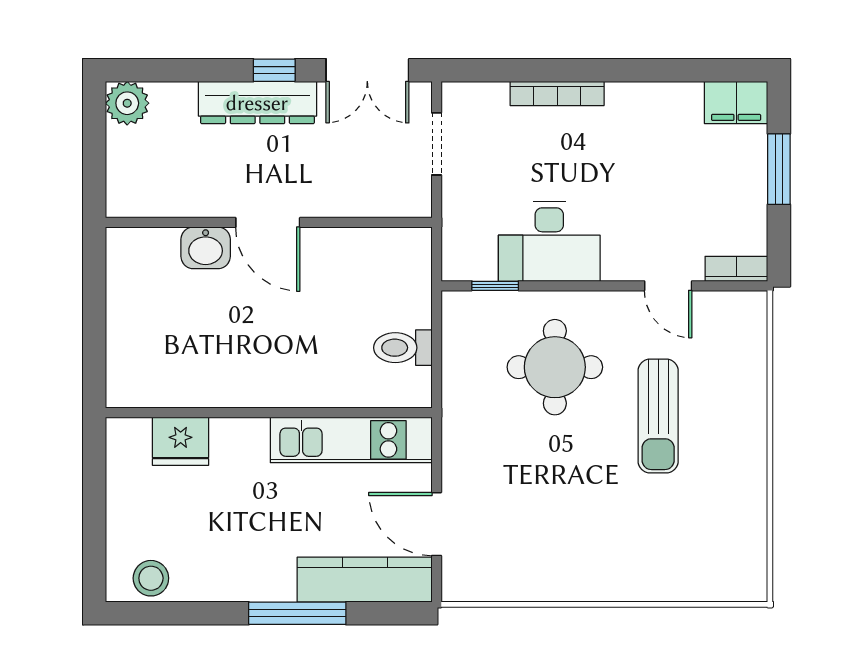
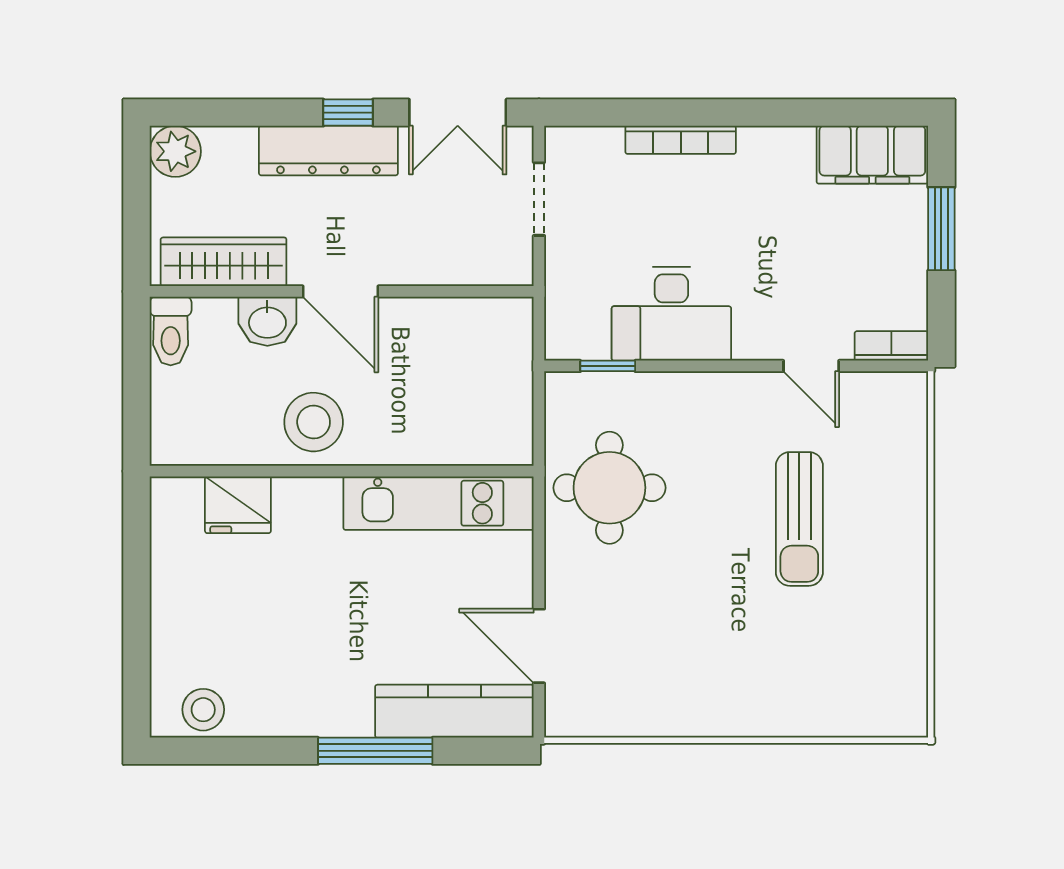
filing cabinet: (736, 103) -> (872, 155), width x1.50, depth x1.17
wardrobe: (168, 197) -> (224, 262), added
stool: (245, 334) -> (314, 422), added
toilet: (403, 348) -> (171, 331), moved, turned -90
round table: (555, 367) -> (609, 488), moved
wall: (269, 413) -> (342, 471), moved
kitchen unit: (351, 440) -> (439, 503), moved
fridge: (181, 441) -> (238, 505), moved

